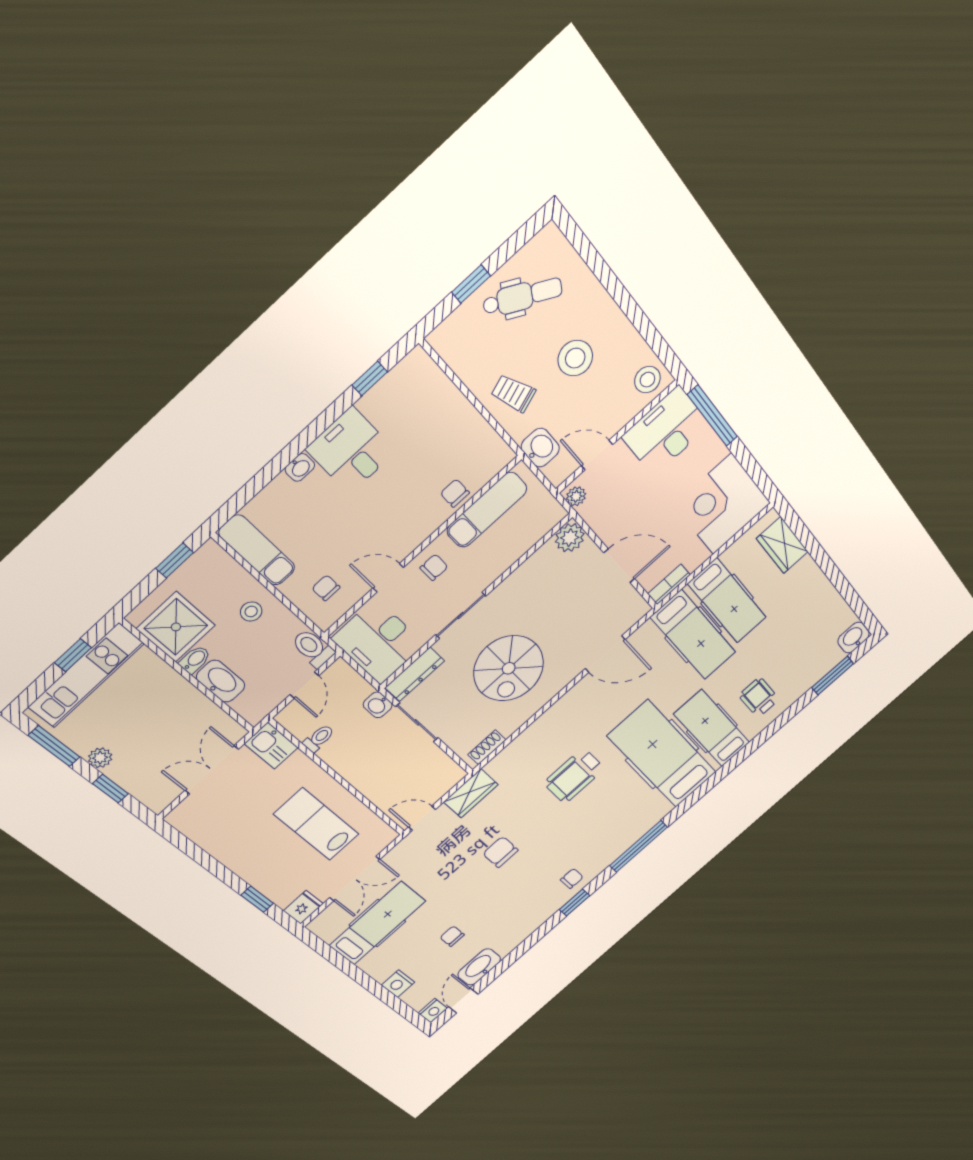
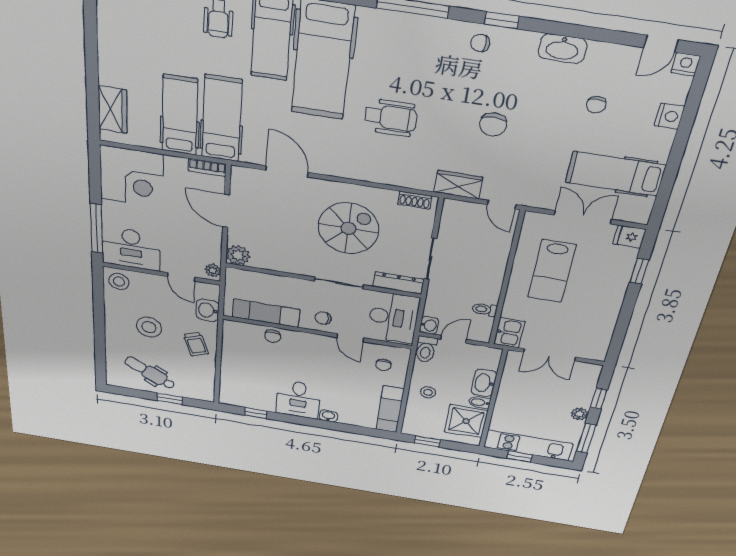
washbasin: (378, 705) -> (429, 325), moved
washbasin: (479, 967) -> (562, 49), moved

